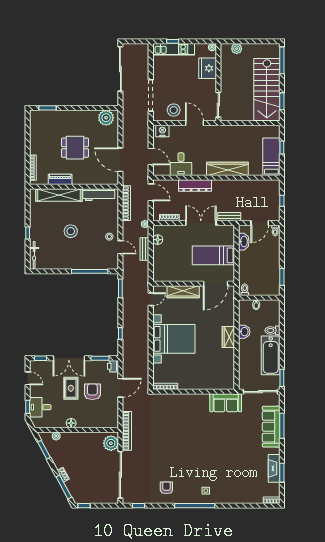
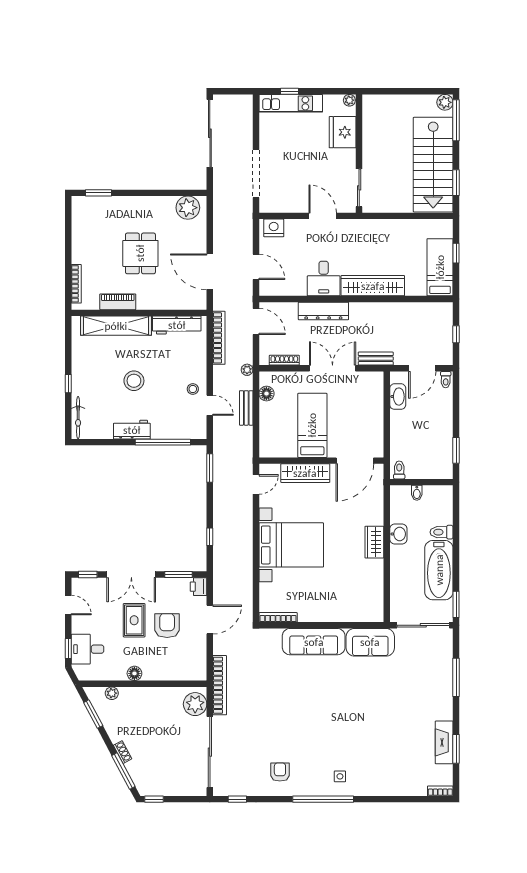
plant: (237, 49) -> (445, 102), moved
stool: (174, 110) -> (291, 196), removed
dining table: (75, 148) -> (140, 253), turned 90
desk: (181, 164) -> (324, 278), moved
bed: (213, 255) -> (312, 425), moved, turned 90
workbench: (69, 263) -> (132, 430), added
sofa: (271, 427) -> (314, 642), moved, turned -90

